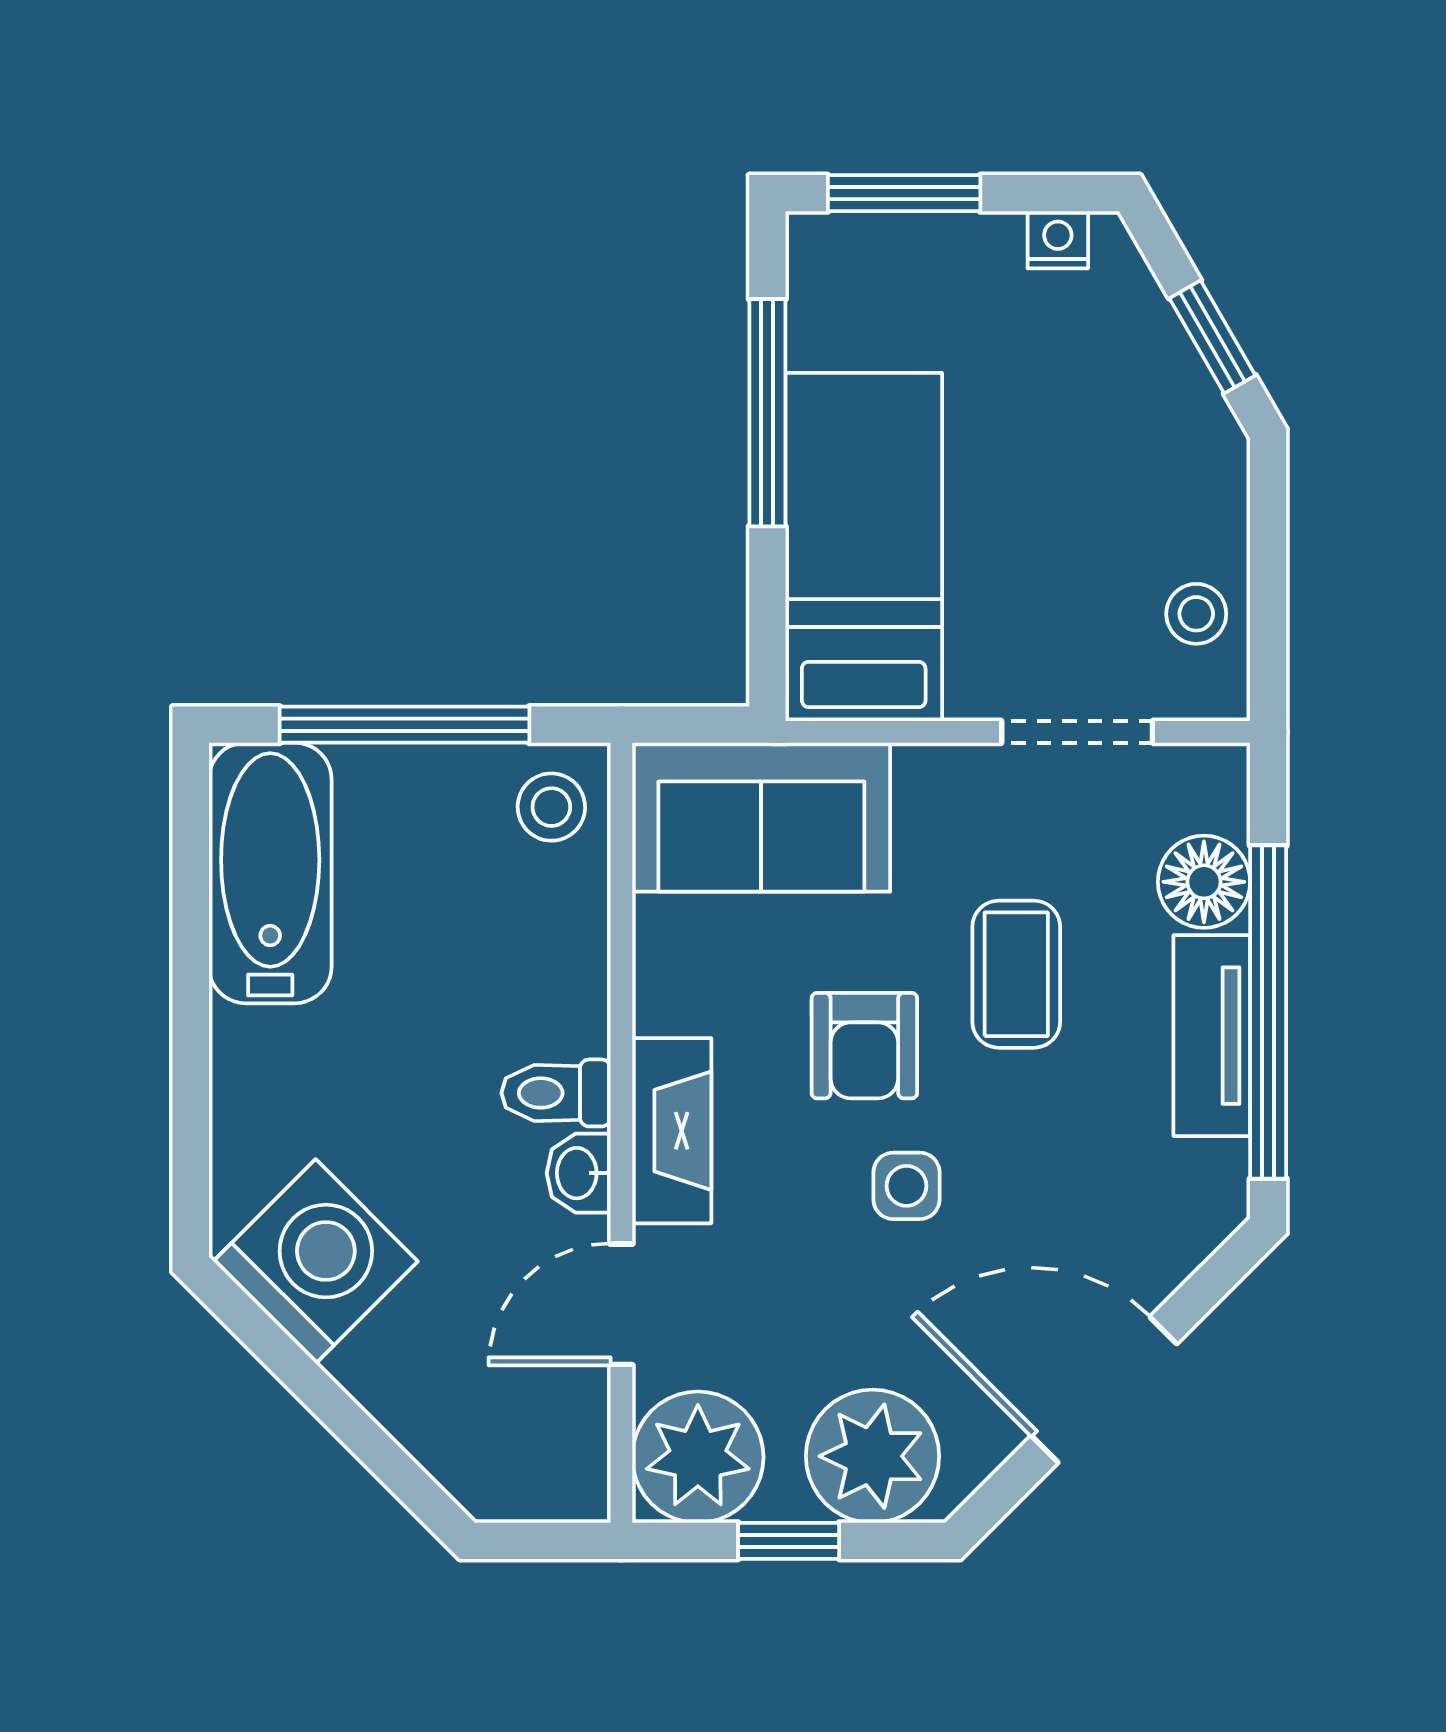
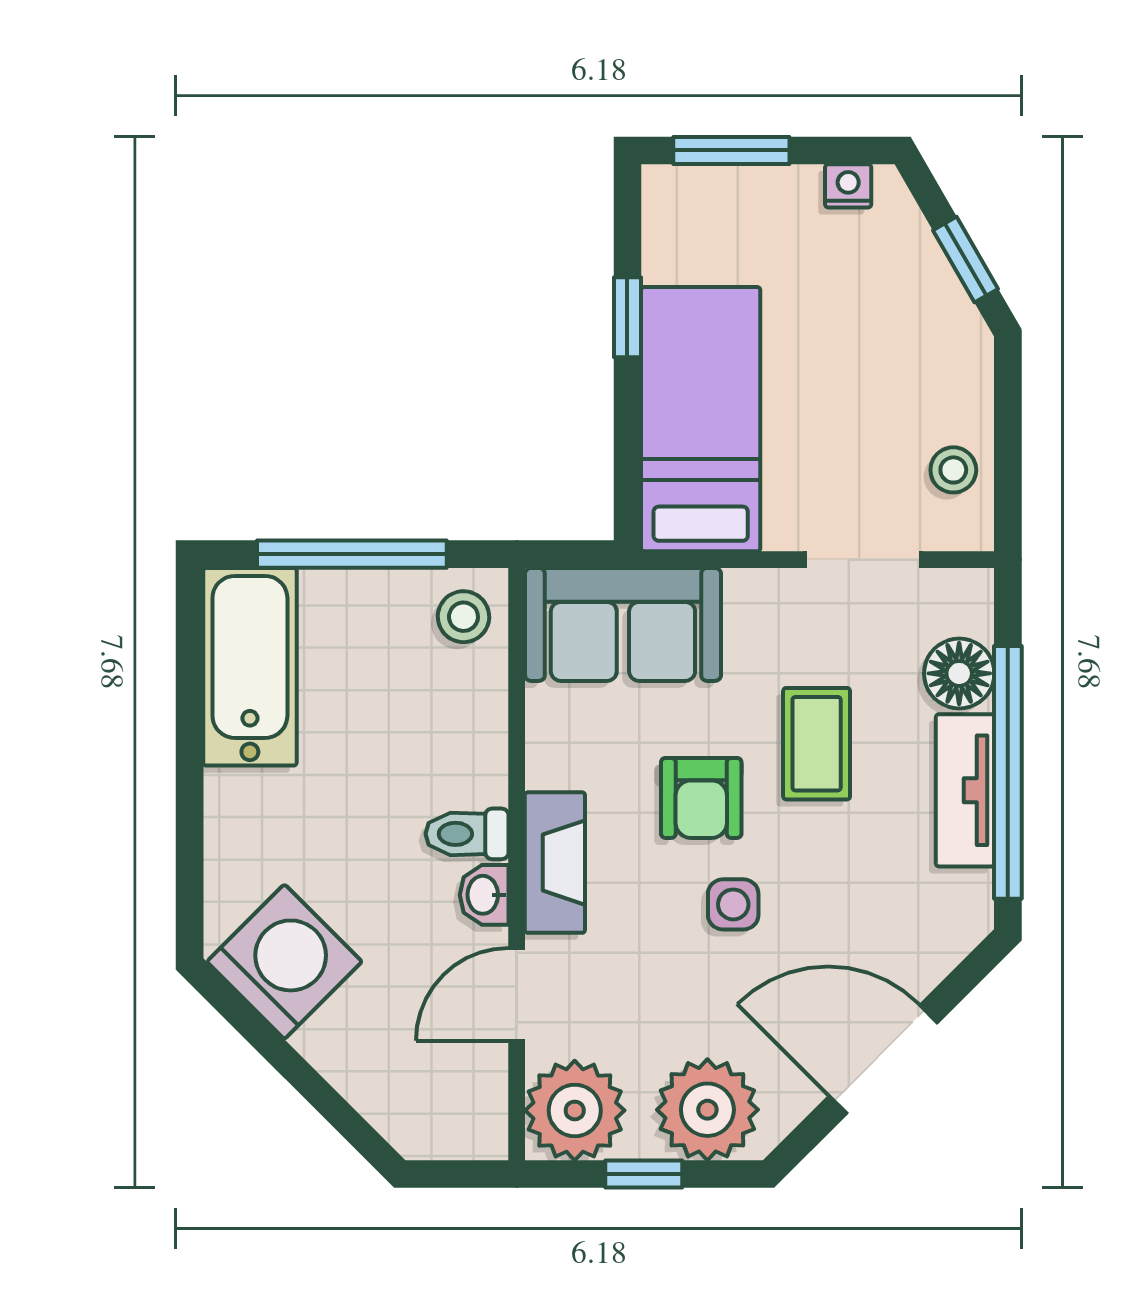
window: (767, 413) -> (627, 317), width x0.46

